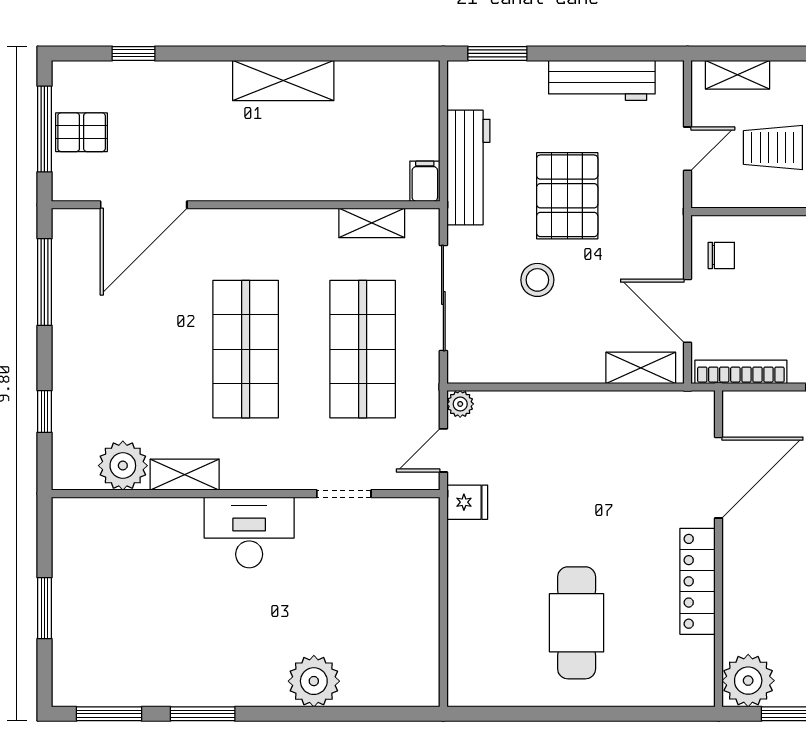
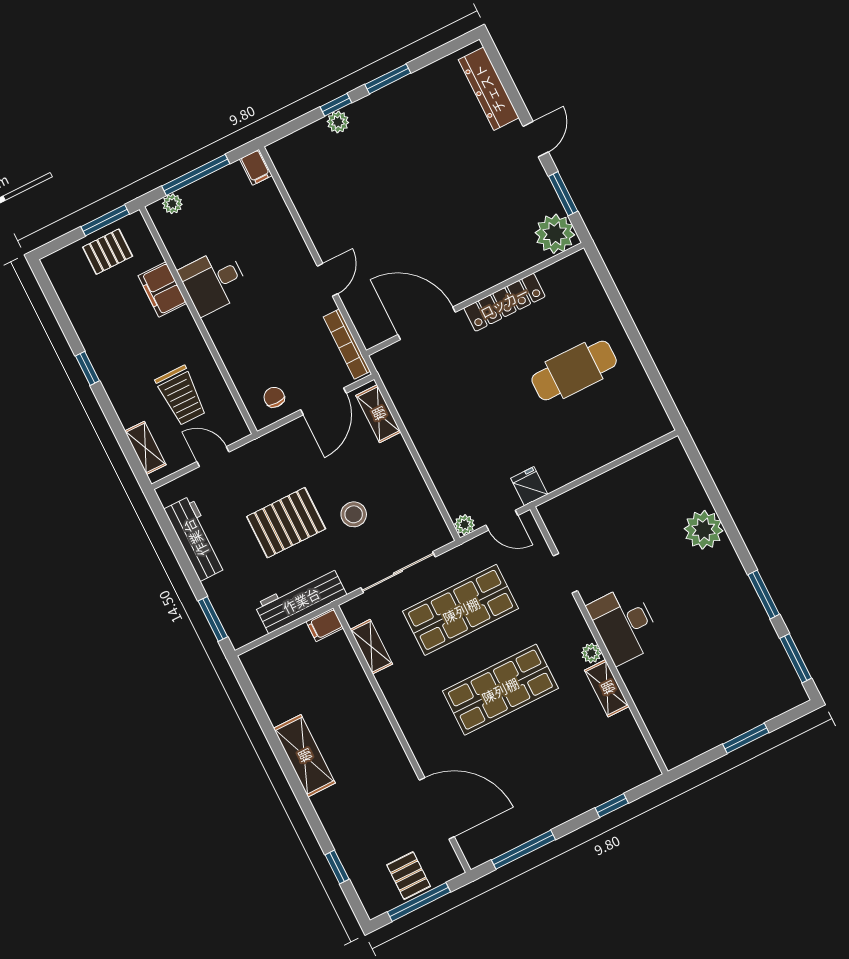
plant: (123, 466) -> (591, 653), moved, width x0.53, depth x0.53

